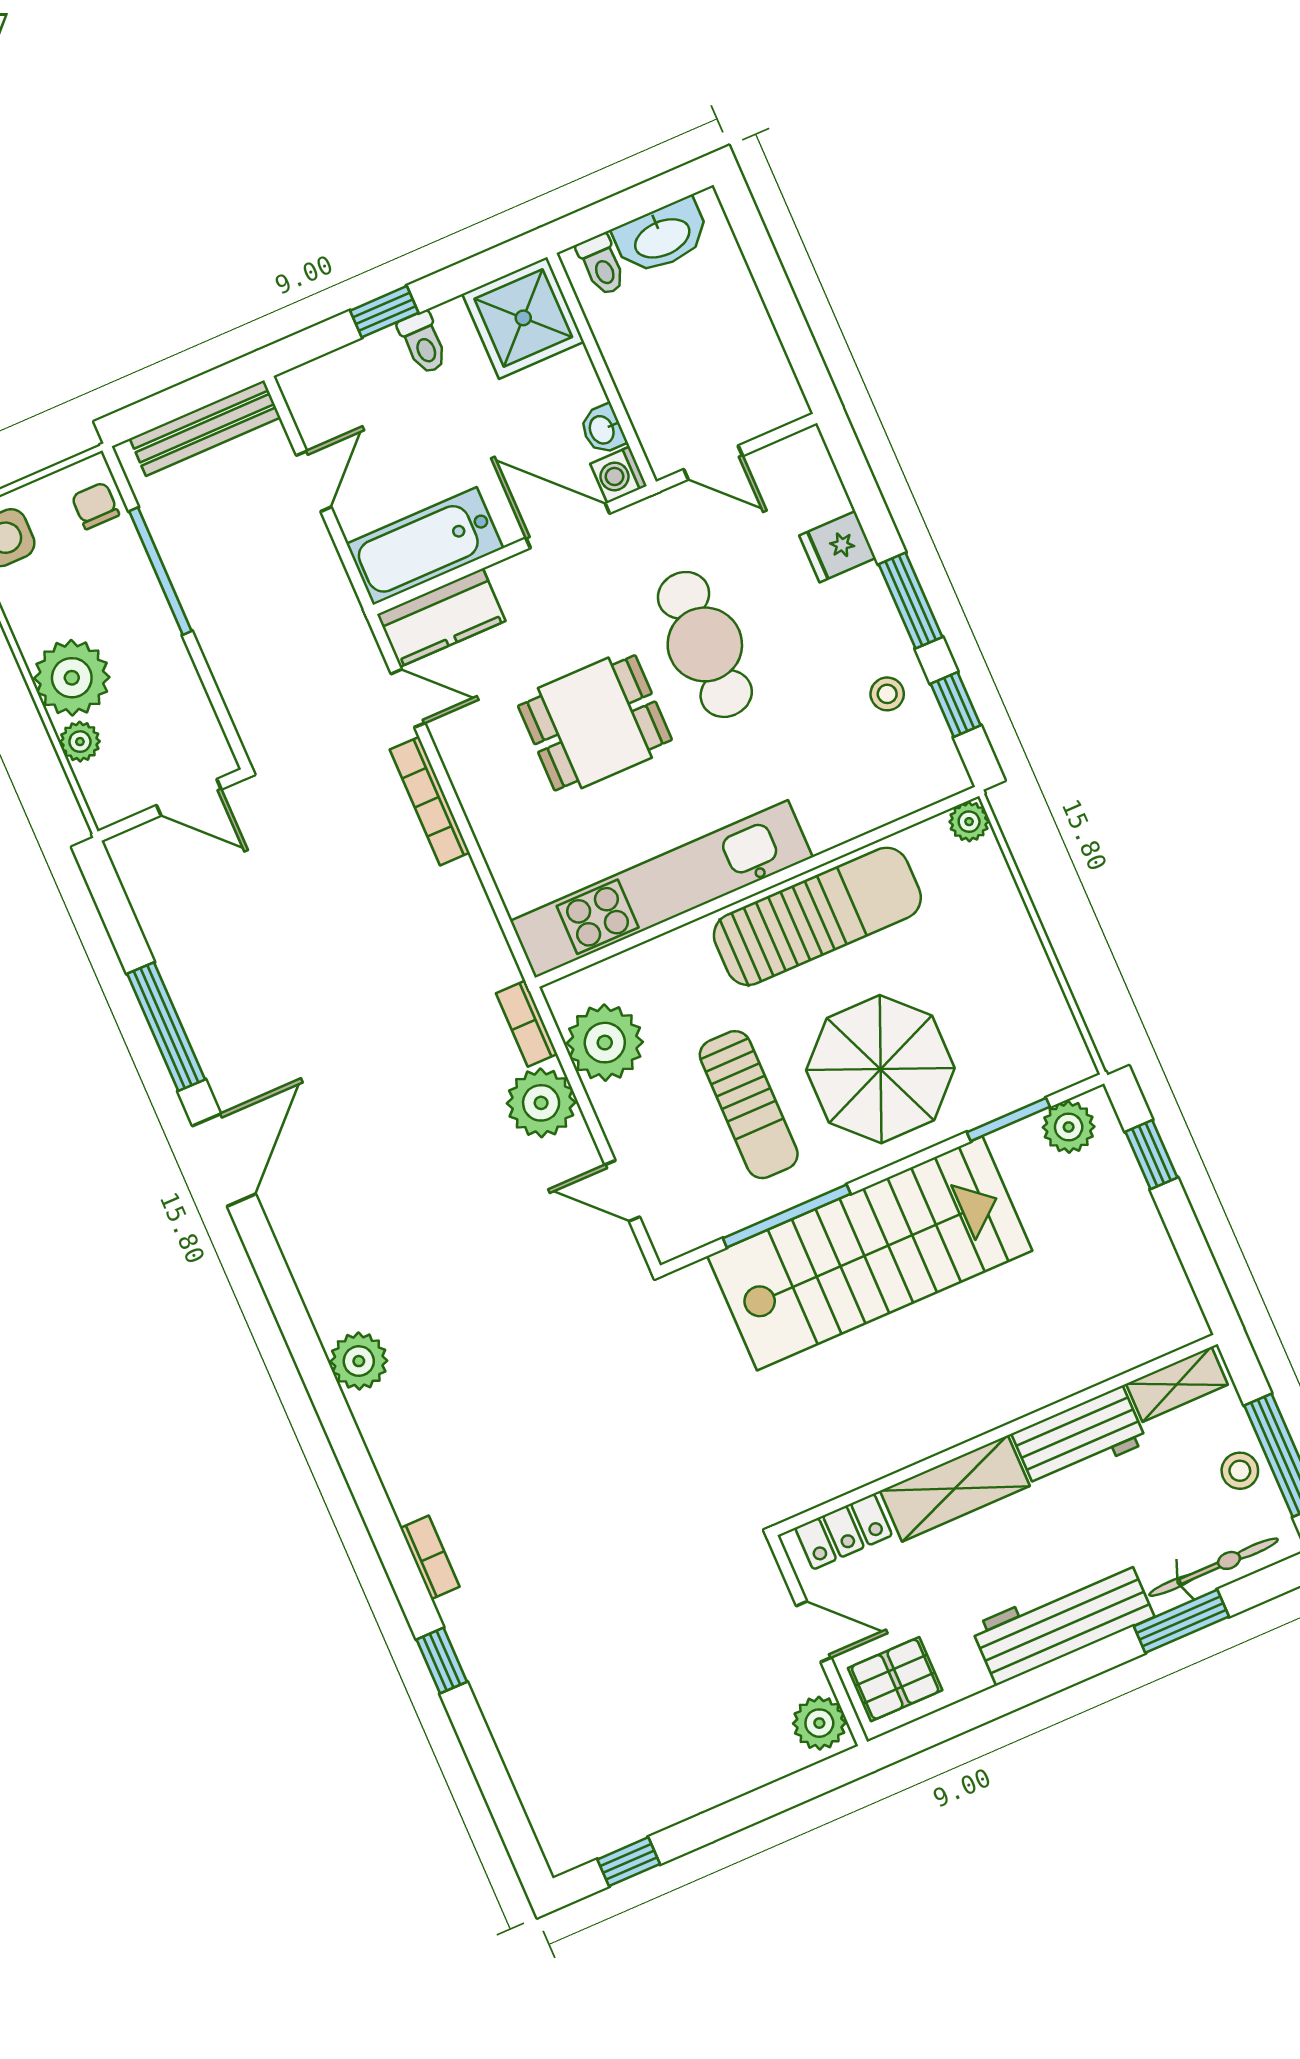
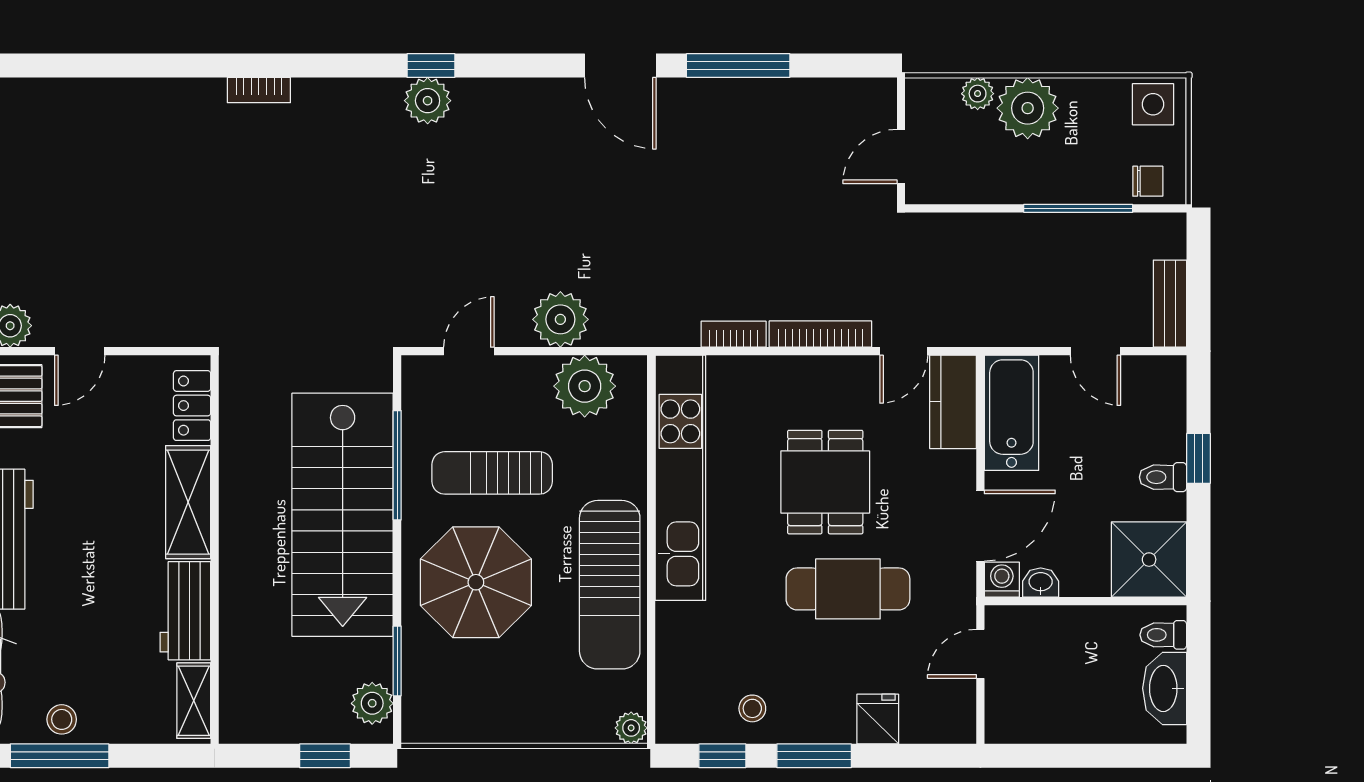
bench: (205, 428) -> (1170, 304), width x0.73
bookcase: (527, 1024) -> (734, 334), moved
shelving: (1177, 1384) -> (194, 701), moved
wall: (995, 1435) -> (215, 550), moved
workbench: (1079, 1438) -> (185, 611), moved
shelving: (955, 1488) -> (188, 502), moved
locker: (844, 1532) -> (192, 406), moved
window: (442, 1661) -> (431, 66), moved

